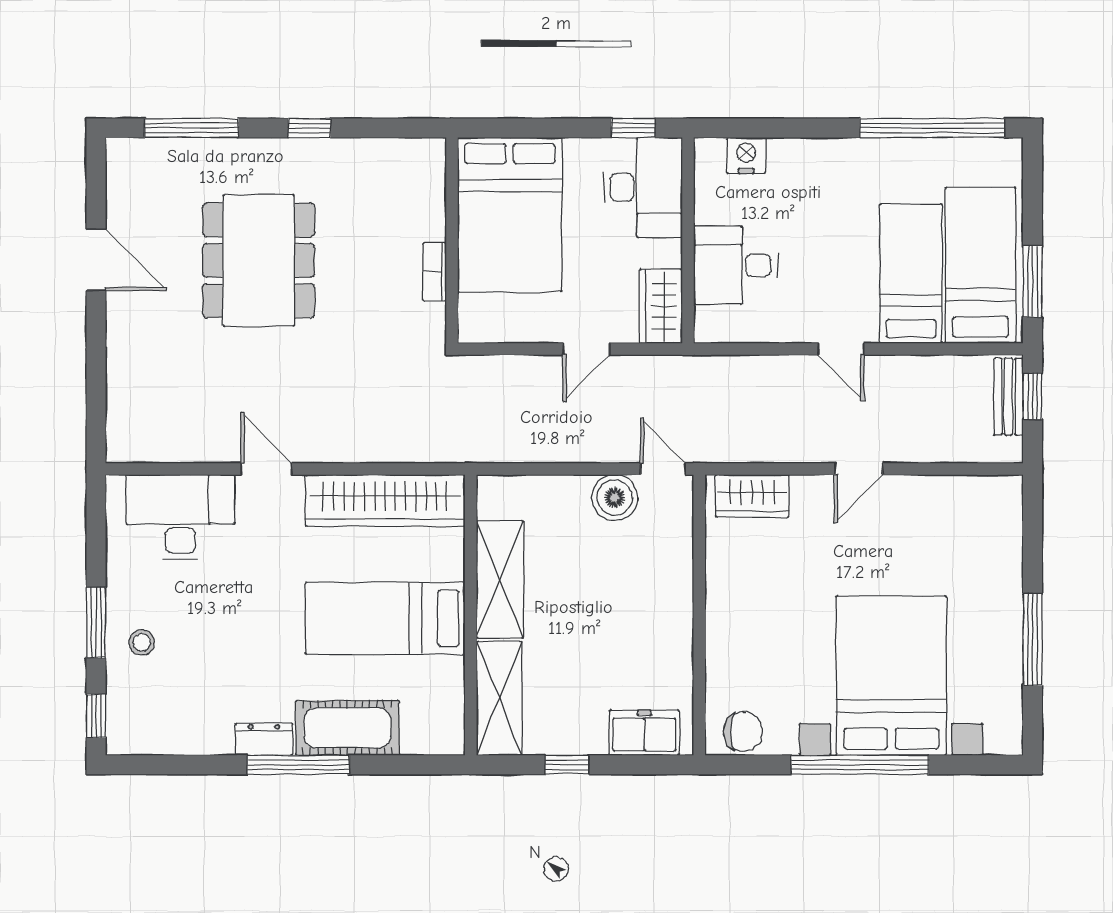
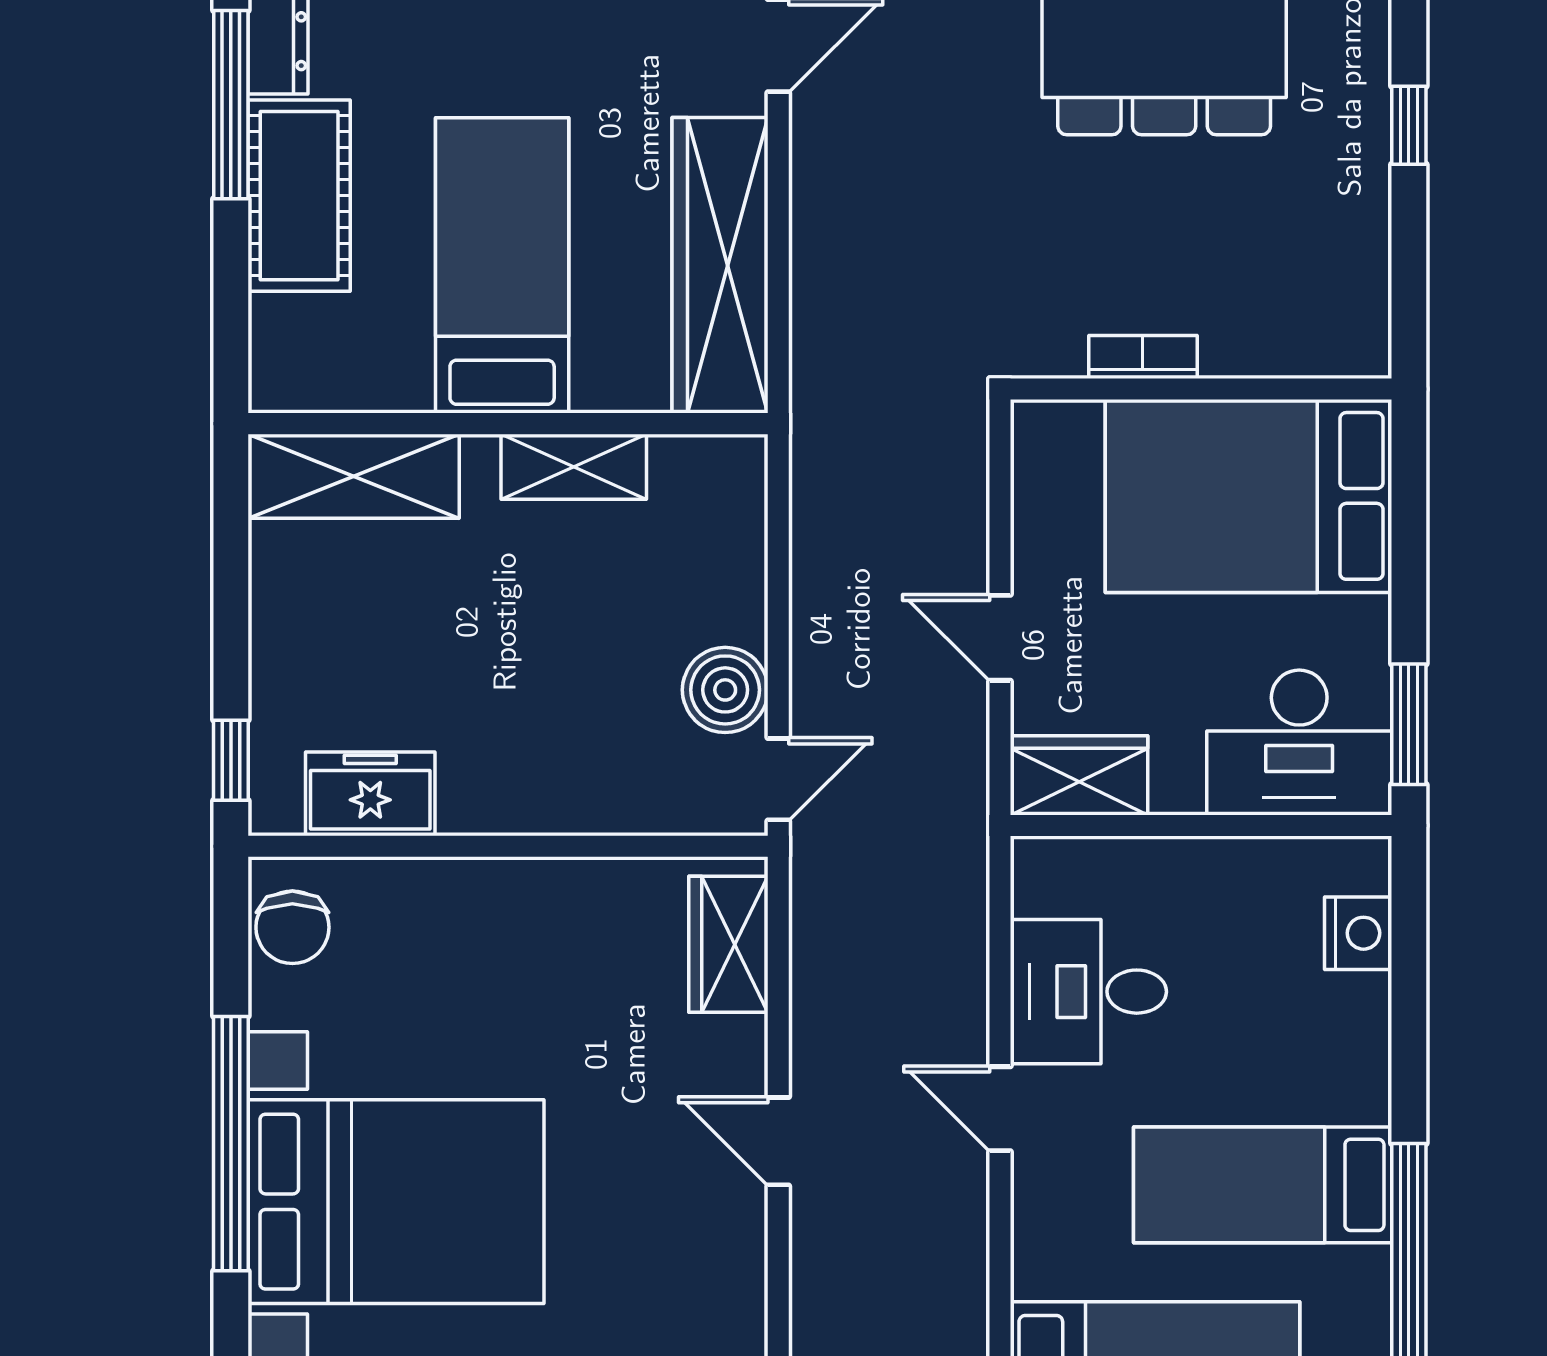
window: (633, 128) -> (1409, 724), width x1.50
desk: (736, 265) -> (1088, 992), moved, turned -90
bed: (911, 274) -> (1263, 1185), moved, turned 180
door: (841, 349) -> (1000, 1109), hinge flipped
shelving: (500, 580) -> (574, 467), width x0.67, depth x0.75
freezer: (644, 733) -> (370, 794), moved, turned -90
window: (567, 765) -> (231, 760), moved

